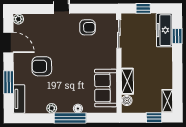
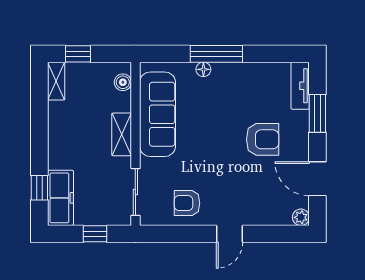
shelving: (127, 81) -> (122, 134), moved
sofa: (106, 88) -> (157, 114), width x1.36
plant: (52, 108) -> (247, 70), removed

